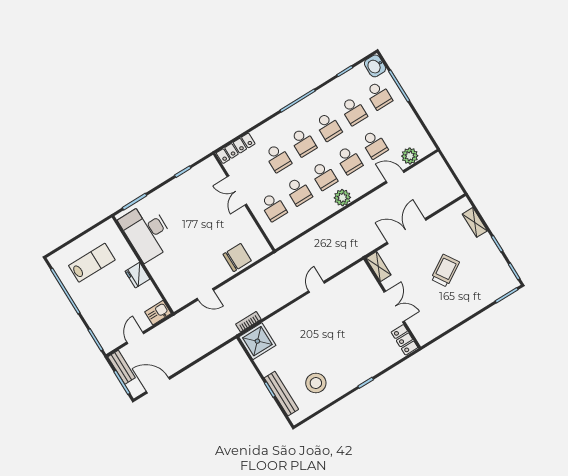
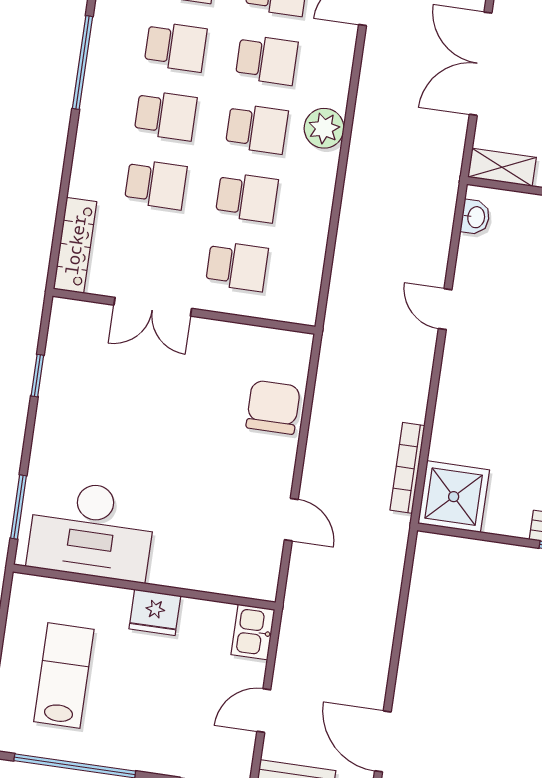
washbasin: (355, 272) -> (475, 217), added
door: (205, 294) -> (291, 520), hinge flipped
bookcase: (248, 322) -> (407, 468), width x1.56
door: (135, 338) -> (264, 711), hinge flipped
door: (158, 385) -> (383, 741), hinge flipped

